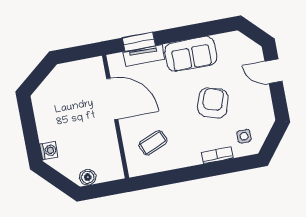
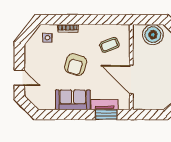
armchair: (213, 103) -> (76, 65), moved
boiler: (88, 177) -> (153, 35), width x1.86, depth x1.86

